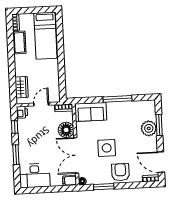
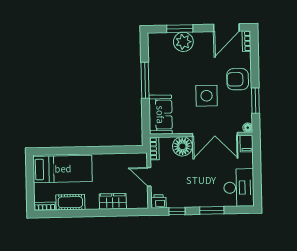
wardrobe: (22, 87) -> (113, 201), moved

